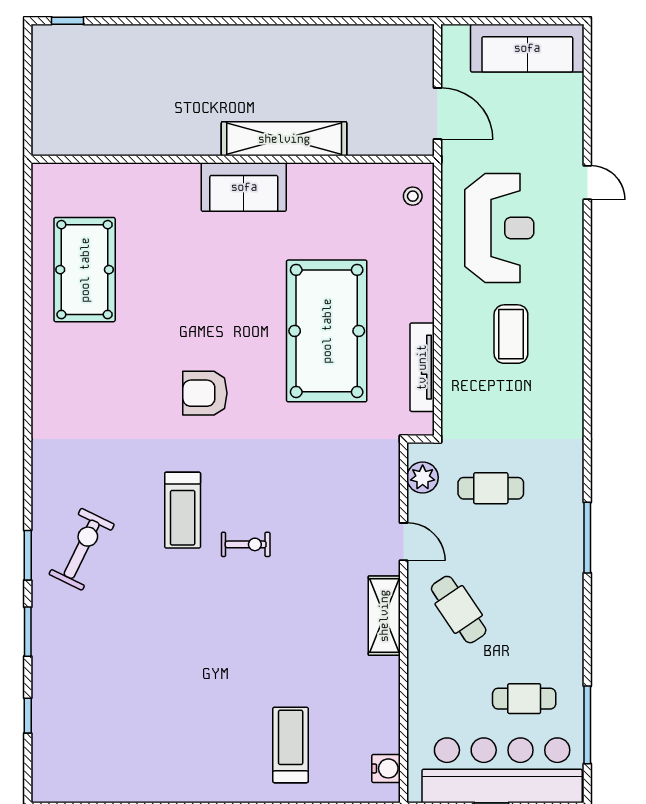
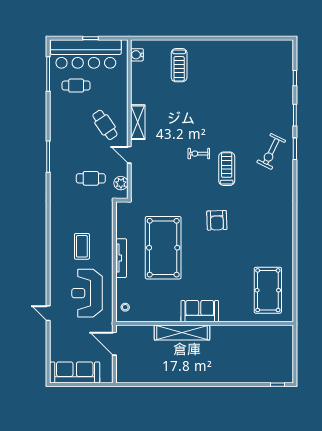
pool table: (85, 270) -> (268, 290), moved
tv unit: (422, 367) -> (121, 258), moved
armchair: (205, 393) -> (217, 220), turned 88

